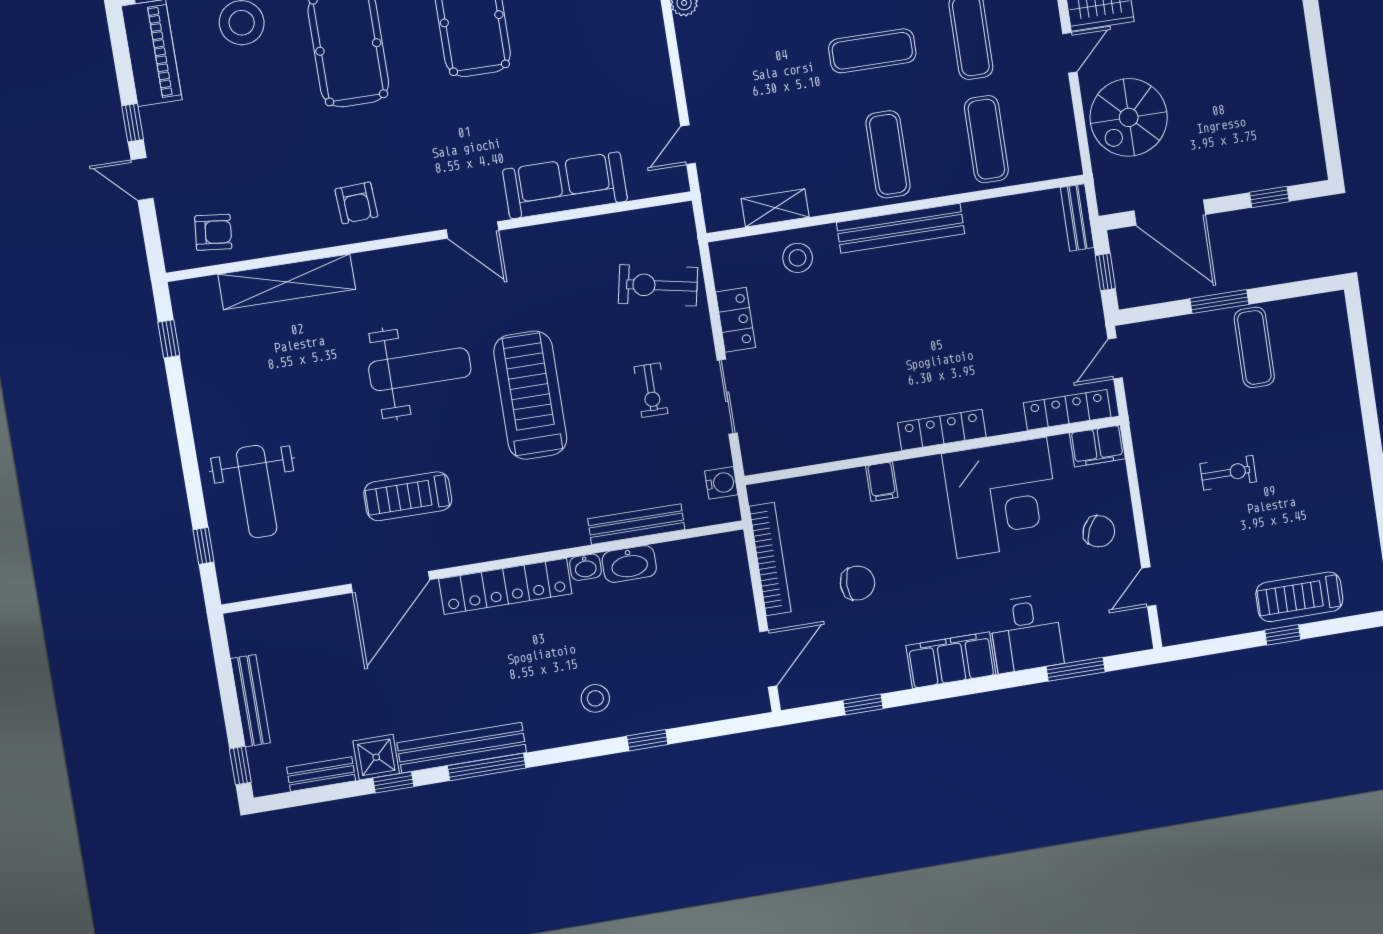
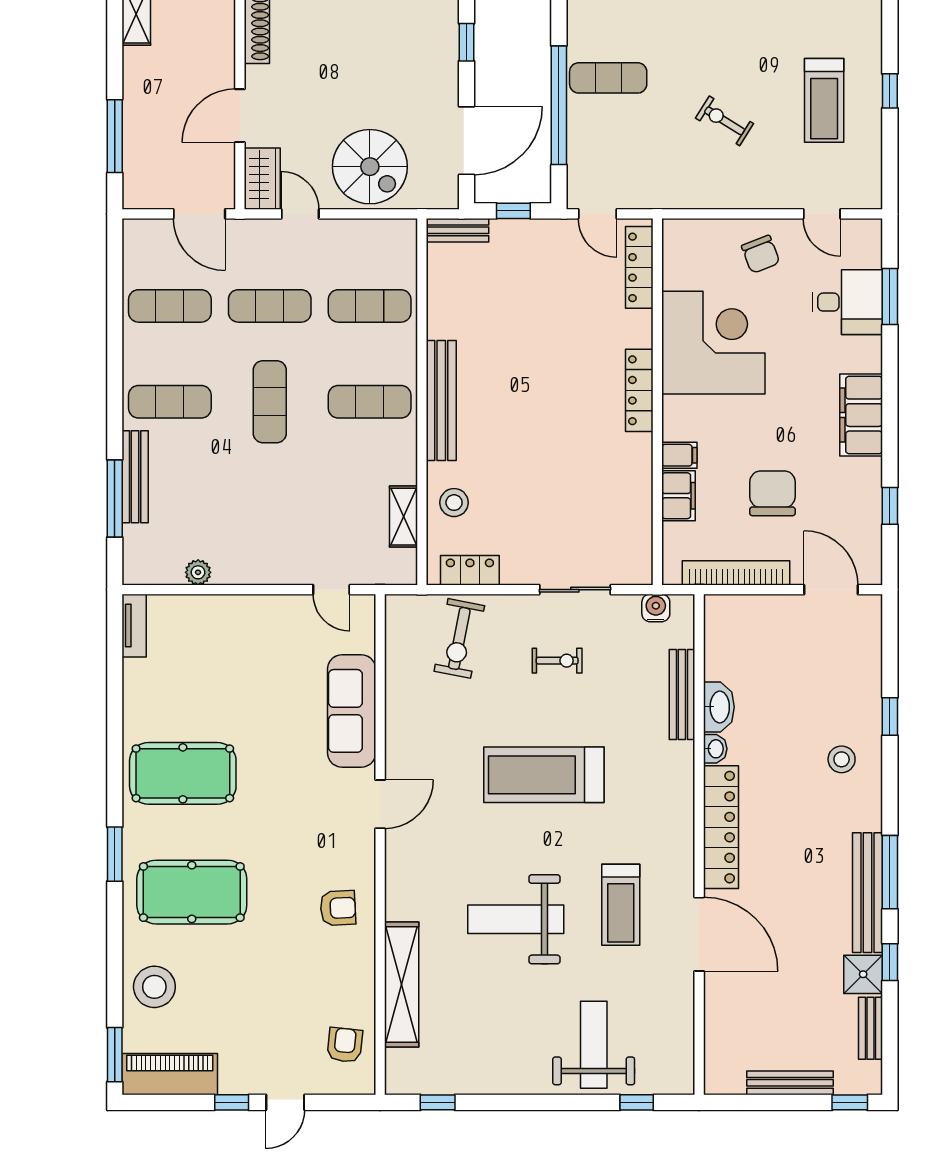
window: (1219, 302) -> (559, 105), width x2.11
locker: (736, 320) -> (470, 570), moved
weight bench: (420, 369) -> (516, 919), moved, turned -90
filing cabinet: (1097, 446) -> (678, 496), moved
exercise bike: (1228, 473) -> (725, 121), turned -58
weight bench: (257, 492) -> (594, 1045), turned -90
chair: (1099, 531) -> (761, 254), turned 134
chair: (857, 583) -> (772, 493), width x1.37, depth x1.37
treadmill: (1299, 597) -> (824, 100), moved
desk: (1026, 633) -> (847, 302), moved

